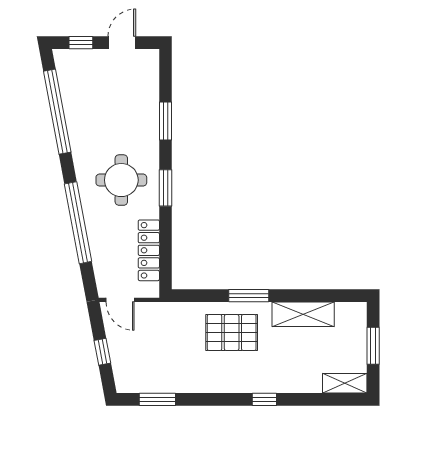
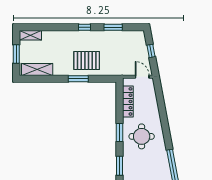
window: (78, 223) -> (163, 115), removed
shelving: (303, 314) -> (37, 70), moved
window: (157, 399) -> (113, 27), moved
window: (264, 399) -> (85, 27), moved

